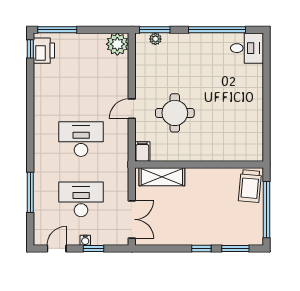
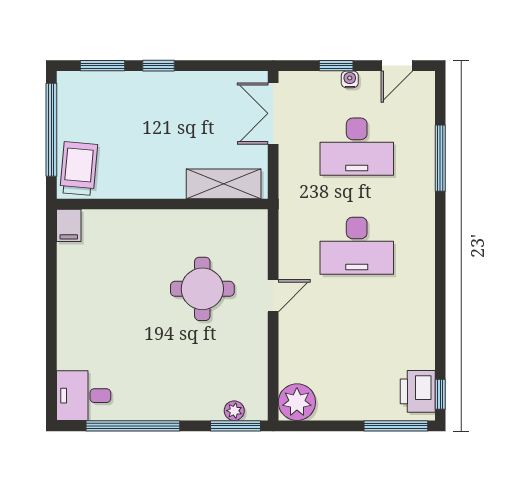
filing cabinet: (142, 151) -> (69, 225), moved

